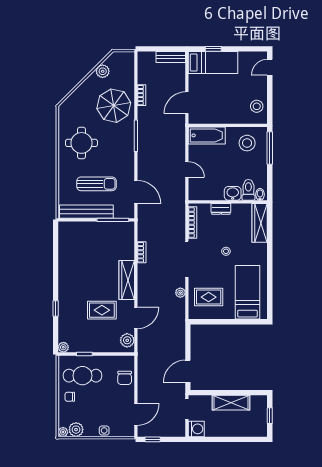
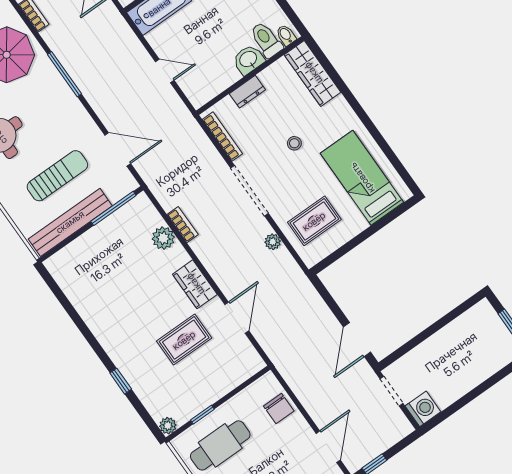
wardrobe: (127, 280) -> (195, 284), width x0.67
plant: (127, 340) -> (163, 238), moved
shelving: (231, 403) -> (444, 341), removed

